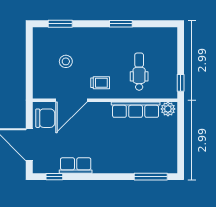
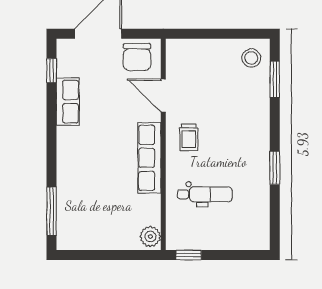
stool: (66, 61) -> (251, 58), moved
door: (71, 100) -> (163, 95), width x0.73
row of seats: (136, 110) -> (149, 158), moved

